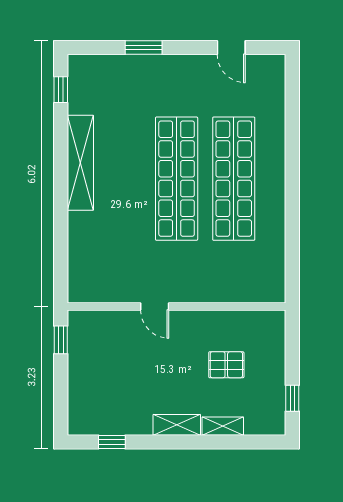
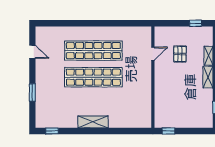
door: (231, 47) -> (32, 52), hinge flipped
shelving: (80, 163) -> (93, 122), width x0.68
door: (155, 307) -> (153, 54), moved

